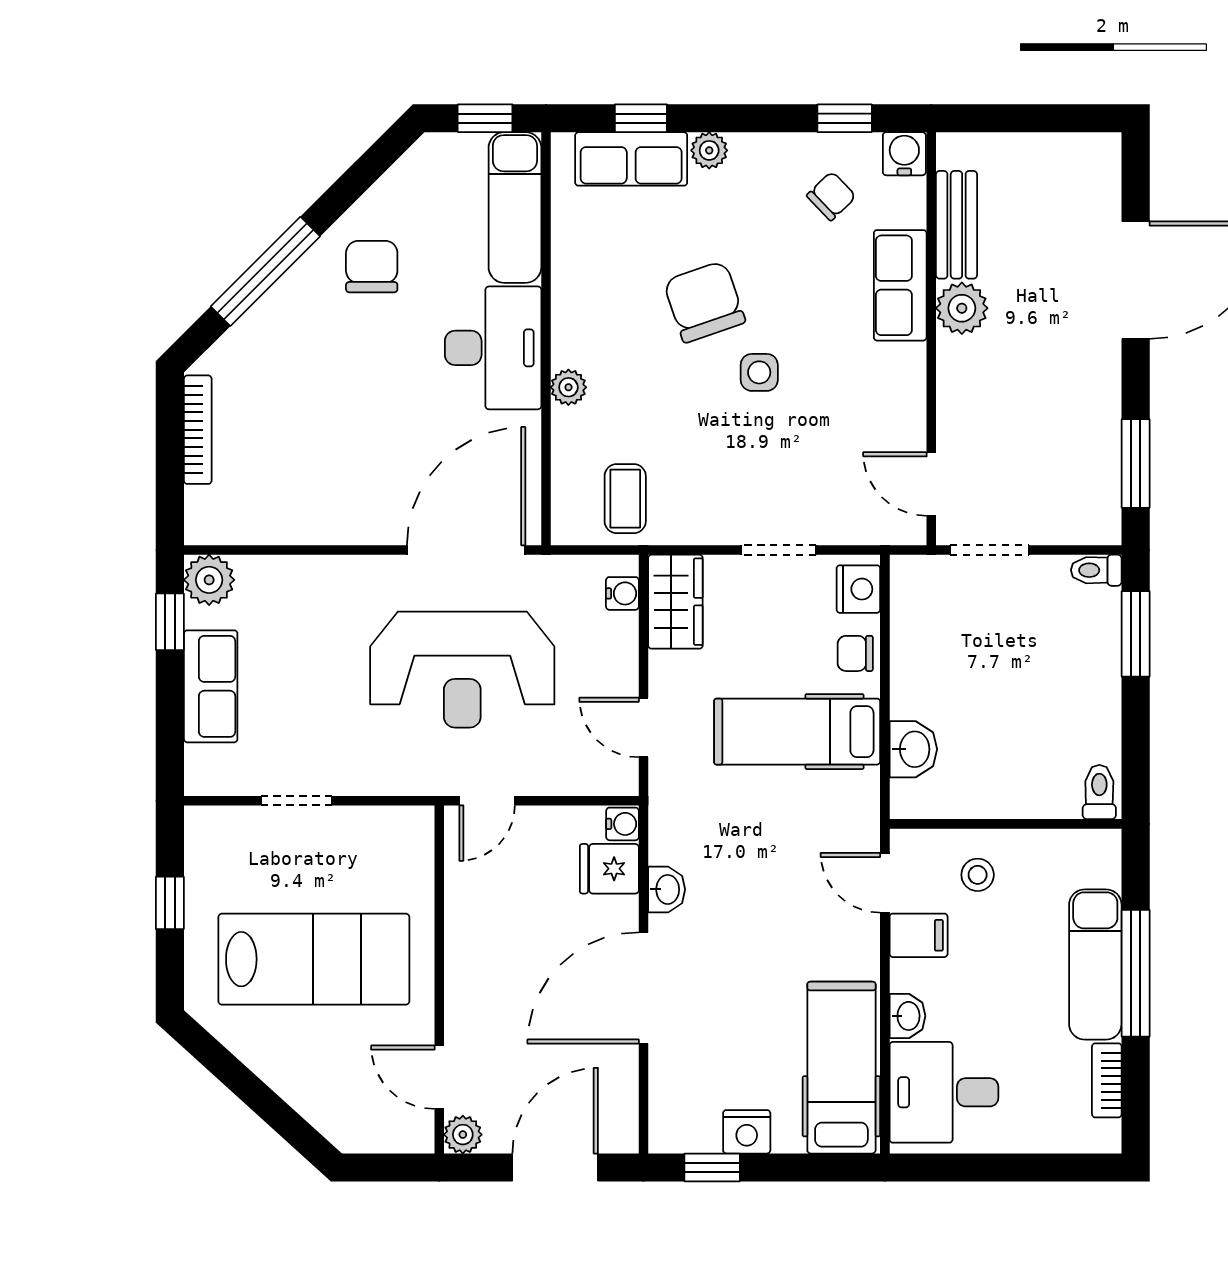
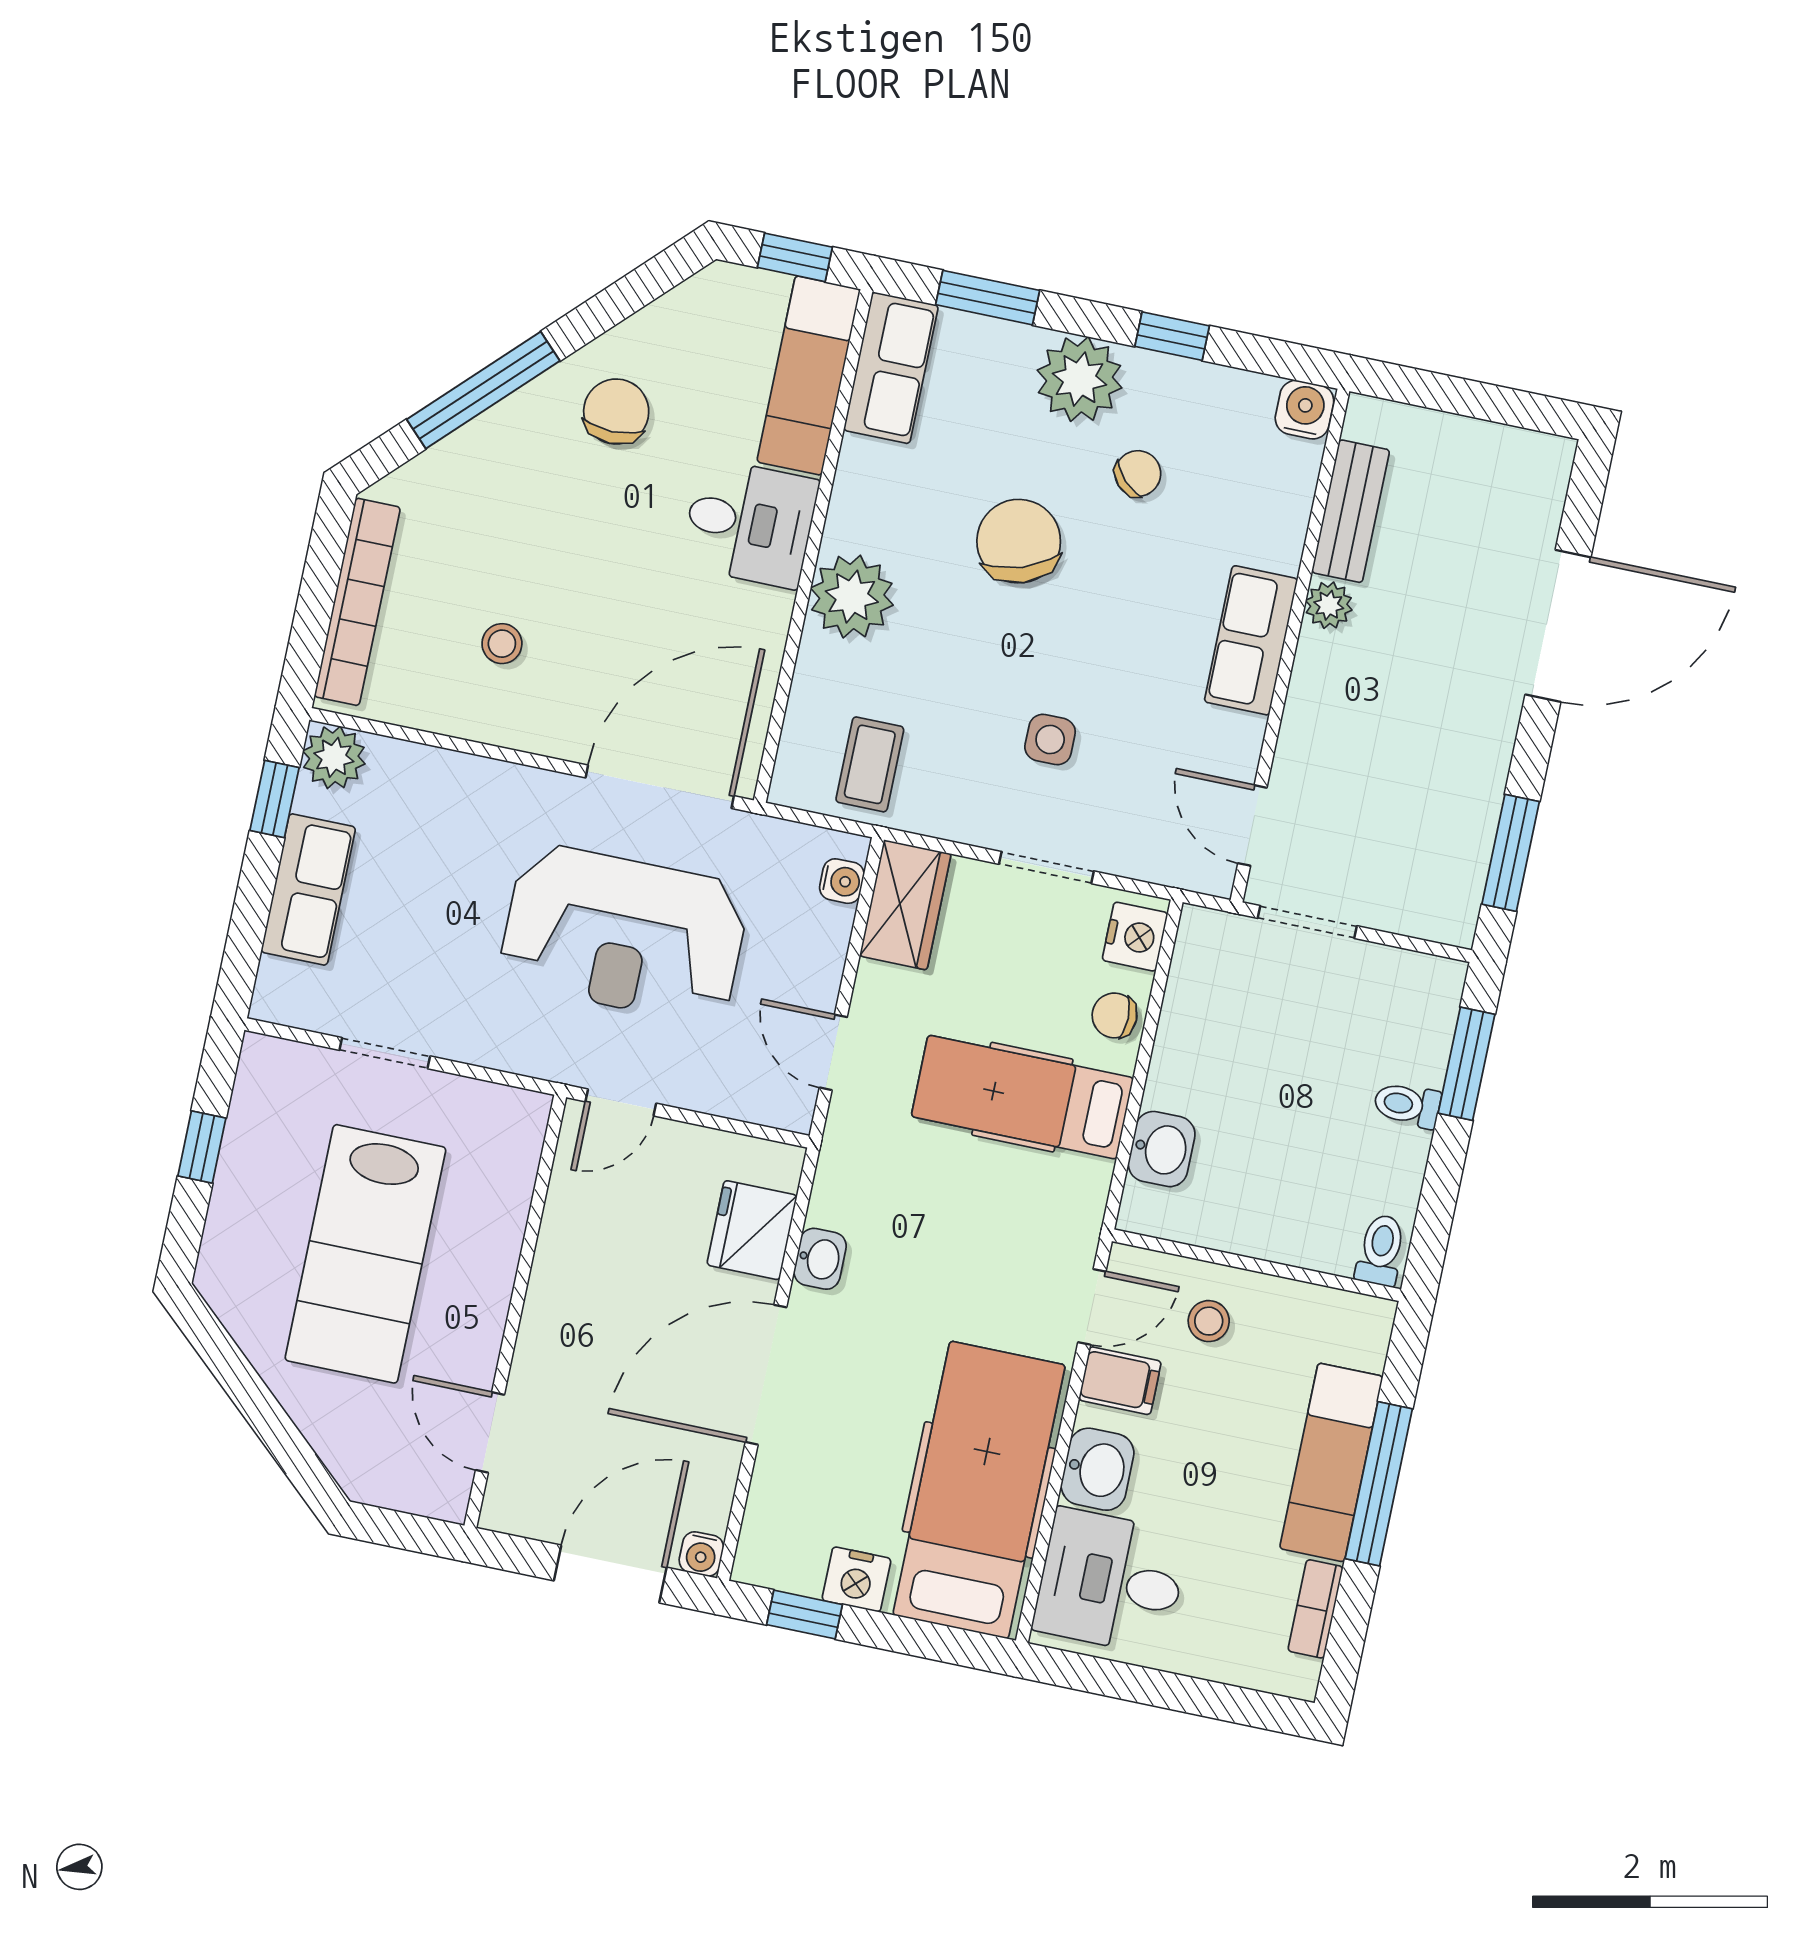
window: (641, 118) -> (988, 298), width x1.50
window: (845, 118) -> (1172, 336), moved
plant: (709, 150) -> (1079, 379), width x1.88, depth x1.88
row of seats: (631, 159) -> (891, 368), moved, turned -90
chair: (831, 196) -> (1138, 474), moved
row of seats: (900, 285) -> (1251, 640), moved
plant: (962, 308) -> (1329, 605), width x0.73, depth x0.73
desk: (493, 348) -> (750, 523), width x0.73
side table: (759, 372) -> (1050, 739), moved
plant: (568, 387) -> (852, 597), width x1.88, depth x1.88
bookcase: (198, 430) -> (357, 602), width x1.48, depth x1.31
stool: (321, 465) -> (502, 644), added
toilet: (1096, 570) -> (1407, 1105), moved
water cooler: (622, 824) -> (701, 1554), moved, turned 90
fridge: (609, 869) -> (752, 1230), width x1.38
door: (885, 883) -> (1092, 1307), swing flipped
lab bench: (314, 959) -> (365, 1254), turned 90
washbasin: (907, 1016) -> (1097, 1469), width x1.38, depth x1.45
hospital bed: (841, 1068) -> (979, 1490), width x1.37, depth x1.29
plant: (463, 1135) -> (504, 1509), removed

